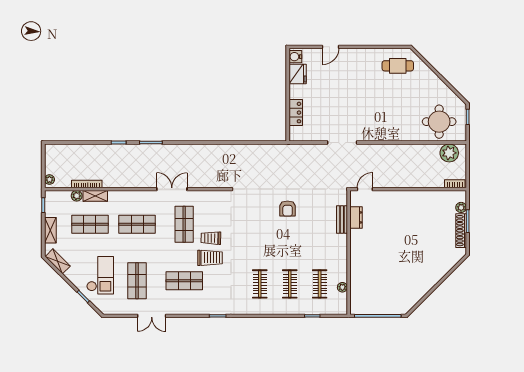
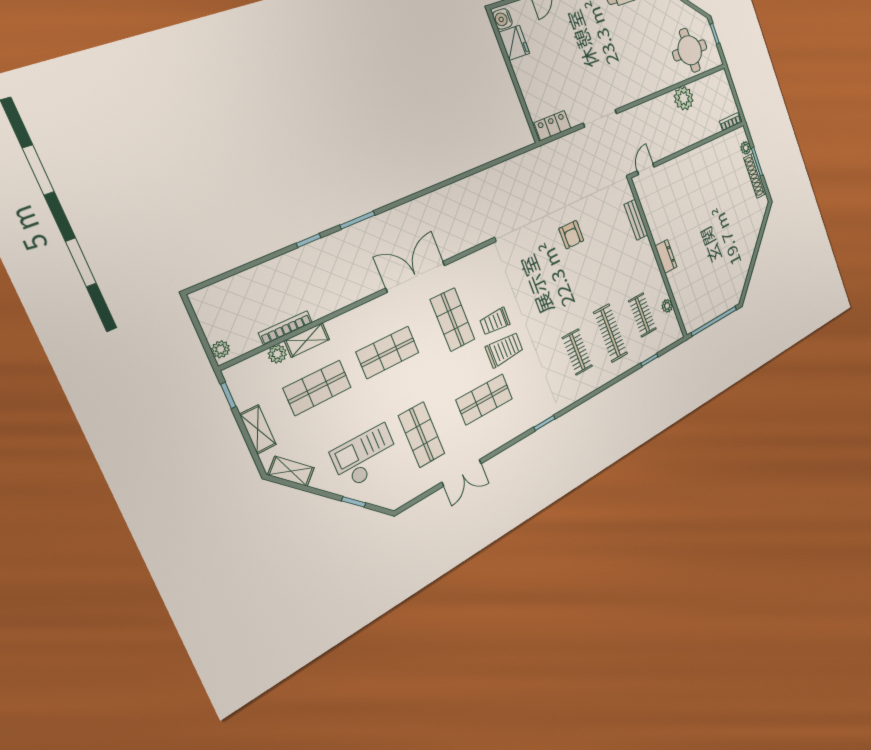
locker: (296, 113) -> (552, 126), moved, turned -90
plant: (449, 153) -> (684, 98), moved
double door: (172, 189) -> (416, 277), width x1.37
dresser: (356, 217) -> (666, 257), moved
checkout: (100, 275) -> (365, 456), turned -90
clothes rail: (290, 284) -> (611, 333), width x1.36

